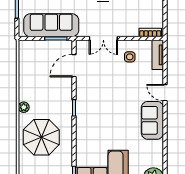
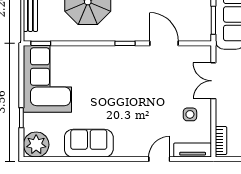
door: (74, 66) -> (164, 43), moved
door: (165, 93) -> (159, 159), moved
sofa: (152, 120) -> (89, 143), moved

